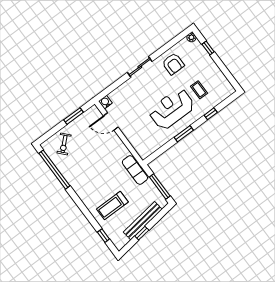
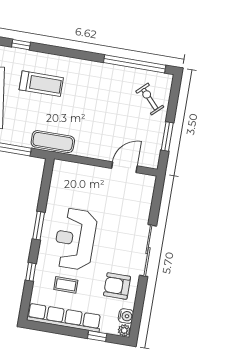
sliding door: (140, 67) -> (148, 251), width x1.37
row of seats: (216, 74) -> (64, 318), added
water cooler: (105, 102) -> (126, 316), moved
reception desk: (172, 109) -> (75, 239), turned 180
treadmill: (112, 205) -> (41, 84), turned 90

